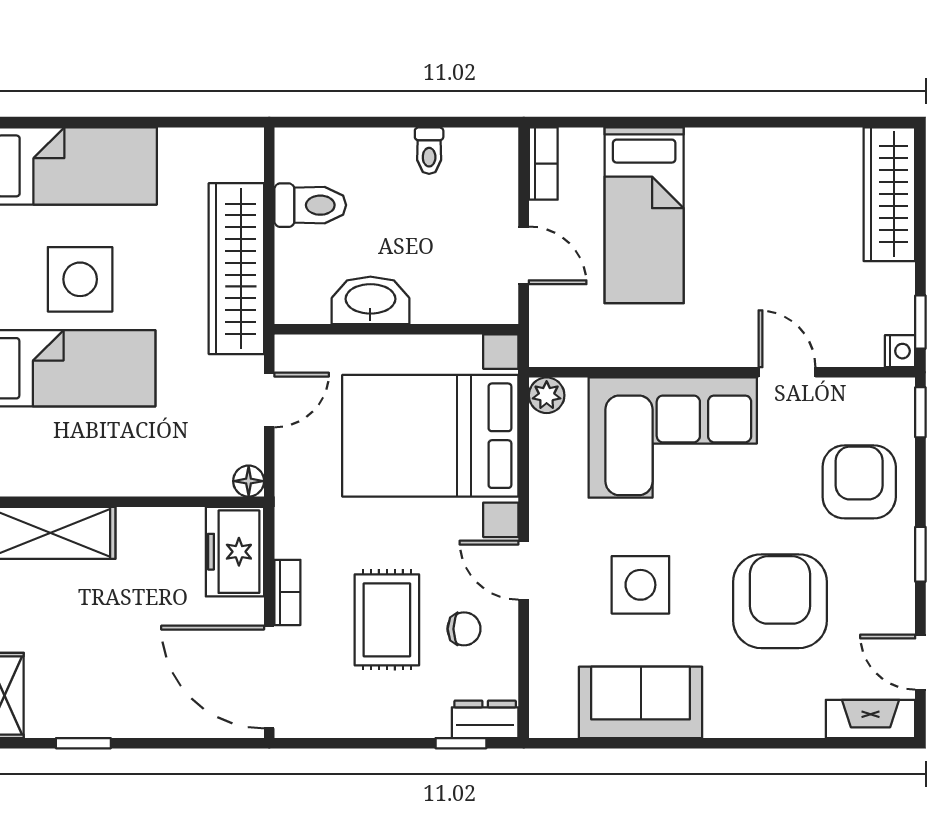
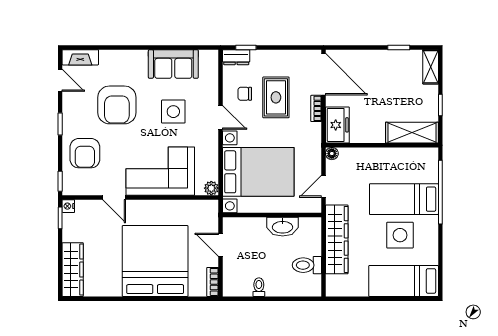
bed: (644, 215) -> (155, 261), width x2.04

